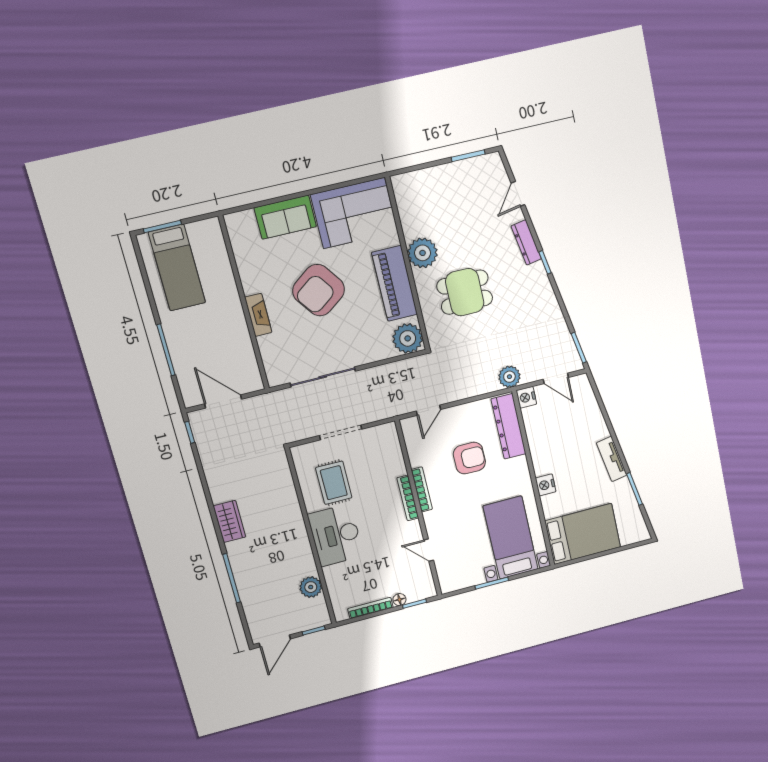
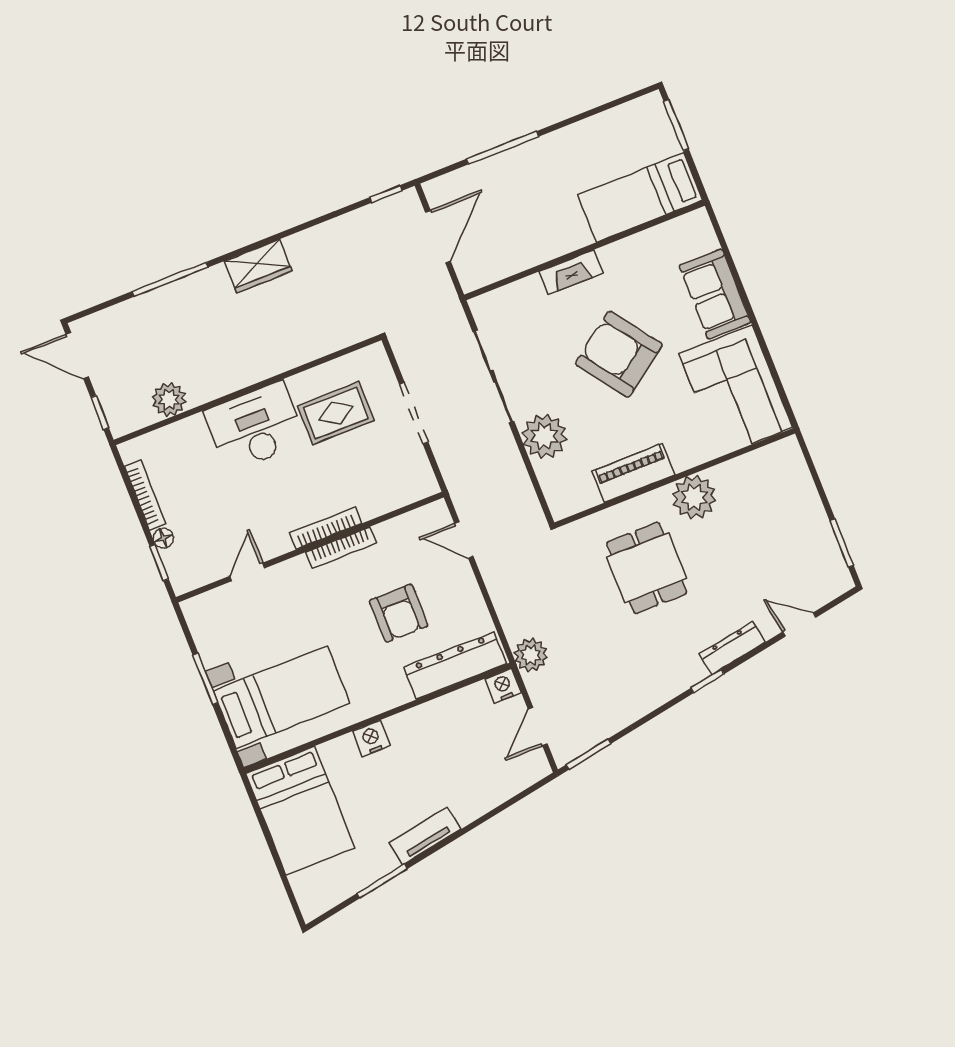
bed: (177, 268) -> (640, 197), moved
piano: (395, 283) -> (633, 473), width x0.73, depth x0.75
plant: (408, 338) -> (544, 436), moved

